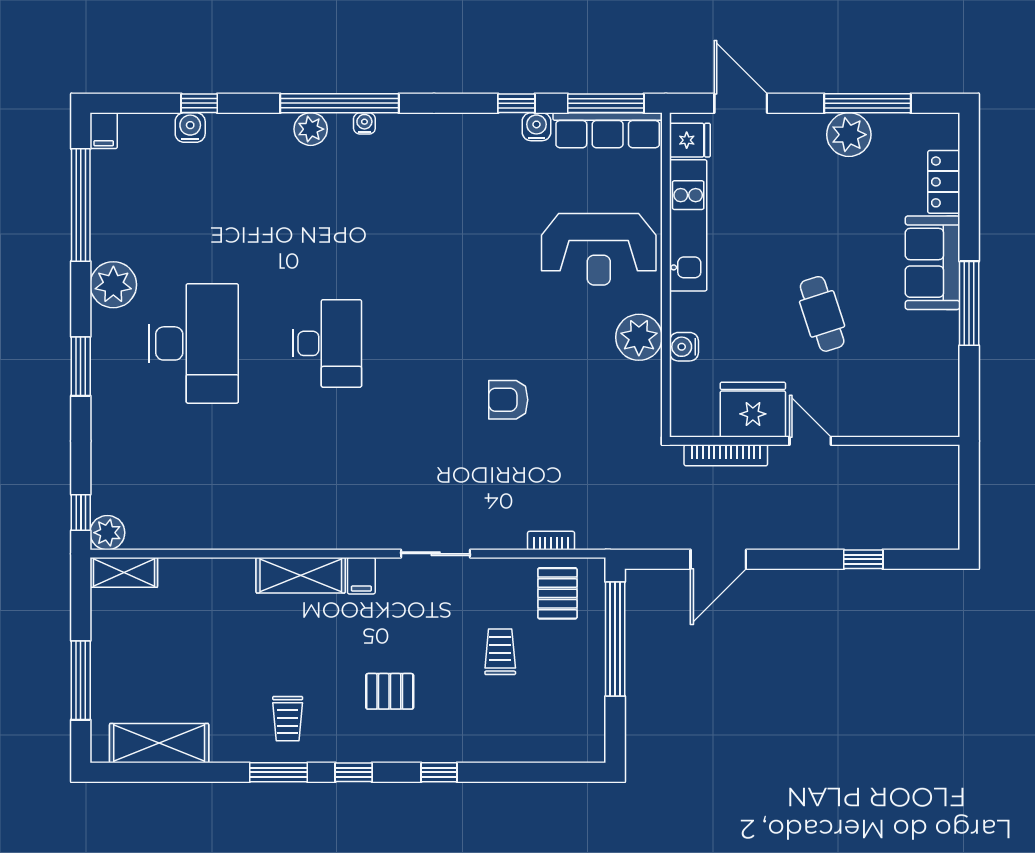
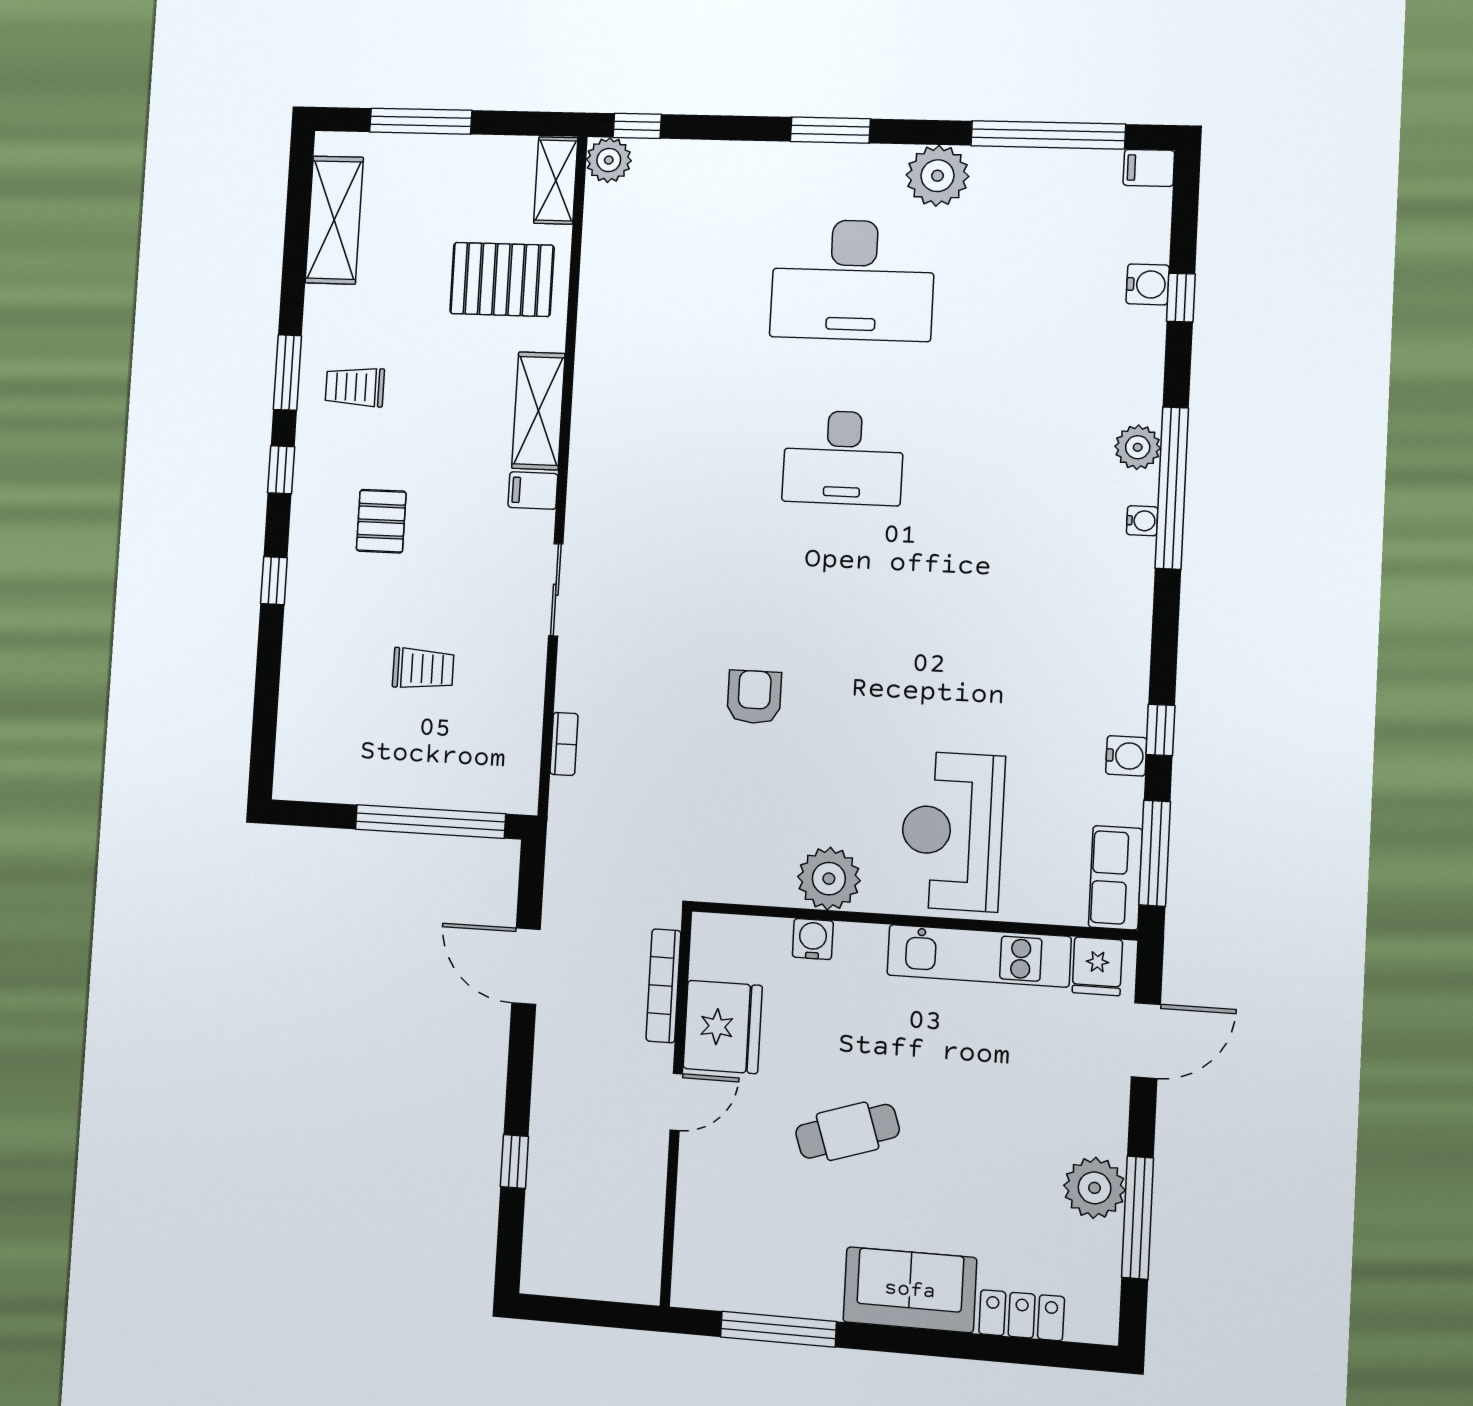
row of seats: (608, 130) -> (1115, 878), width x0.68
window: (969, 303) -> (778, 1329), moved
pallet: (557, 593) -> (502, 279), moved, width x1.50, depth x1.42

